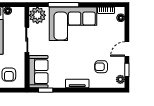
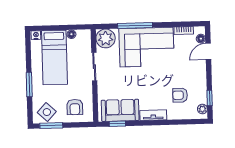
door: (127, 49) -> (208, 51), moved
sofa: (38, 72) -> (120, 110), moved, turned -90

